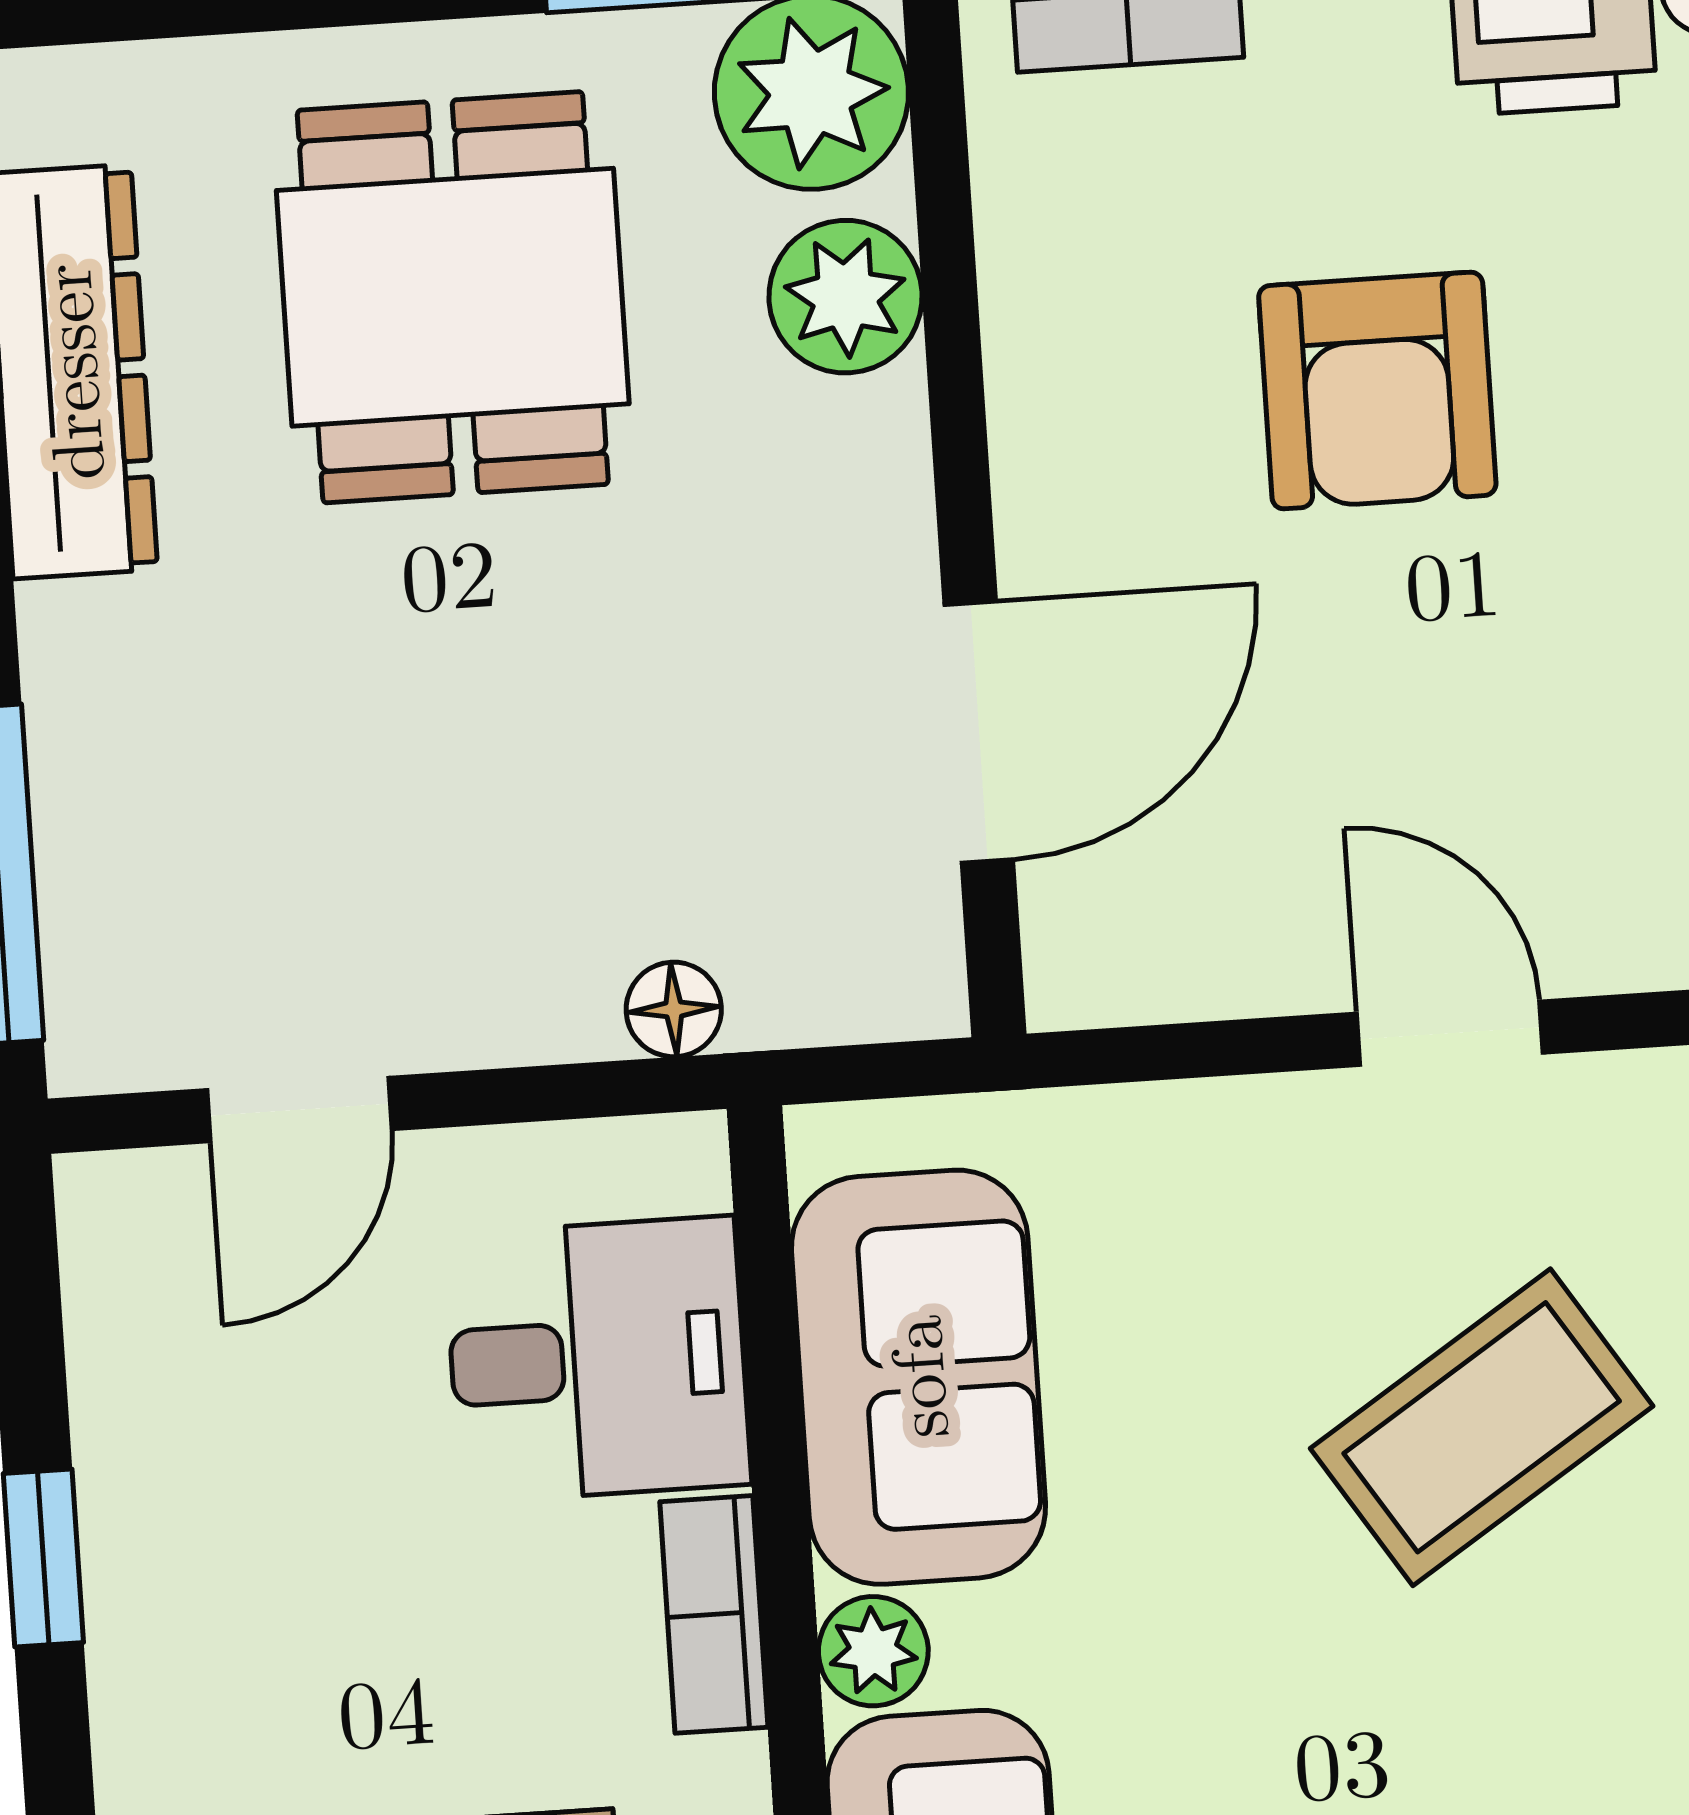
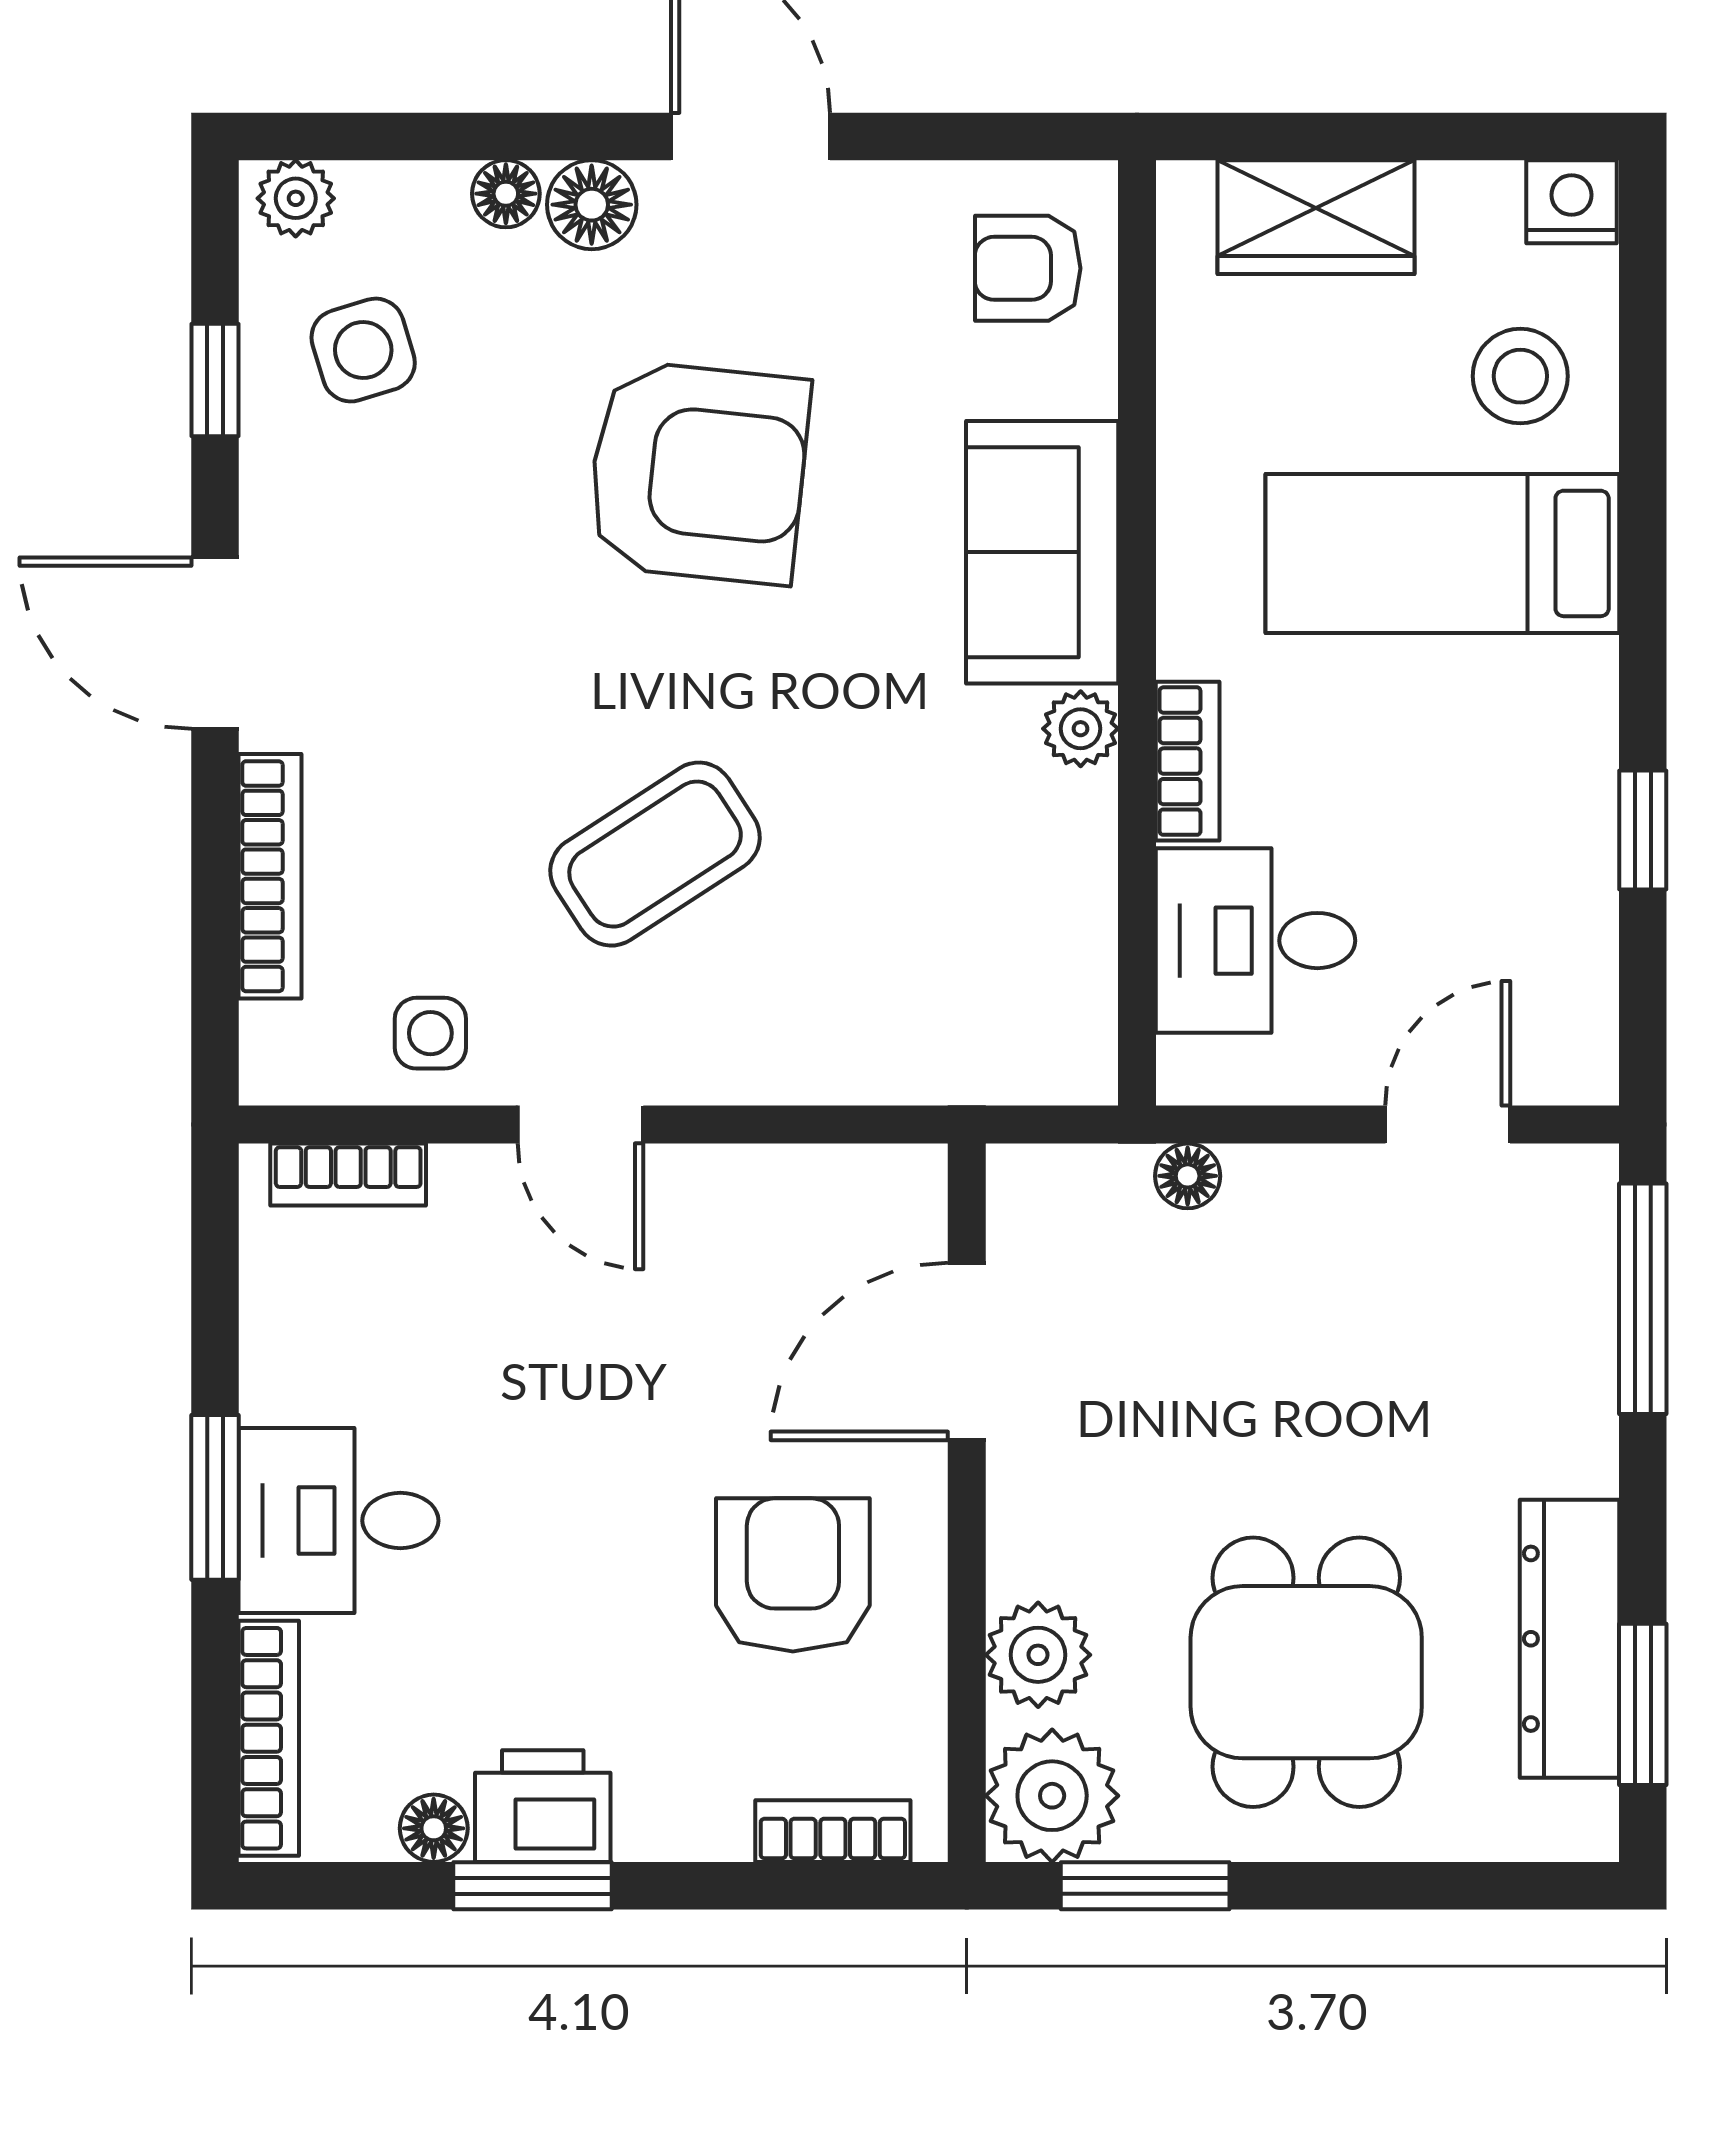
armchair: (1377, 391) -> (793, 1575), moved
door: (1450, 1033) -> (580, 1125), moved
sofa: (919, 1377) -> (1037, 914), removed

